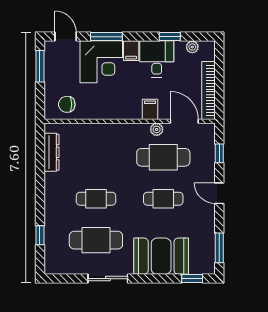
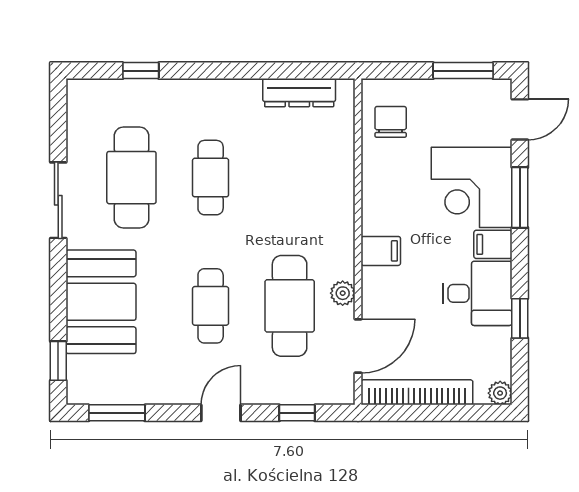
plant: (192, 47) -> (500, 393), moved
filing cabinet: (150, 109) -> (381, 251), moved

